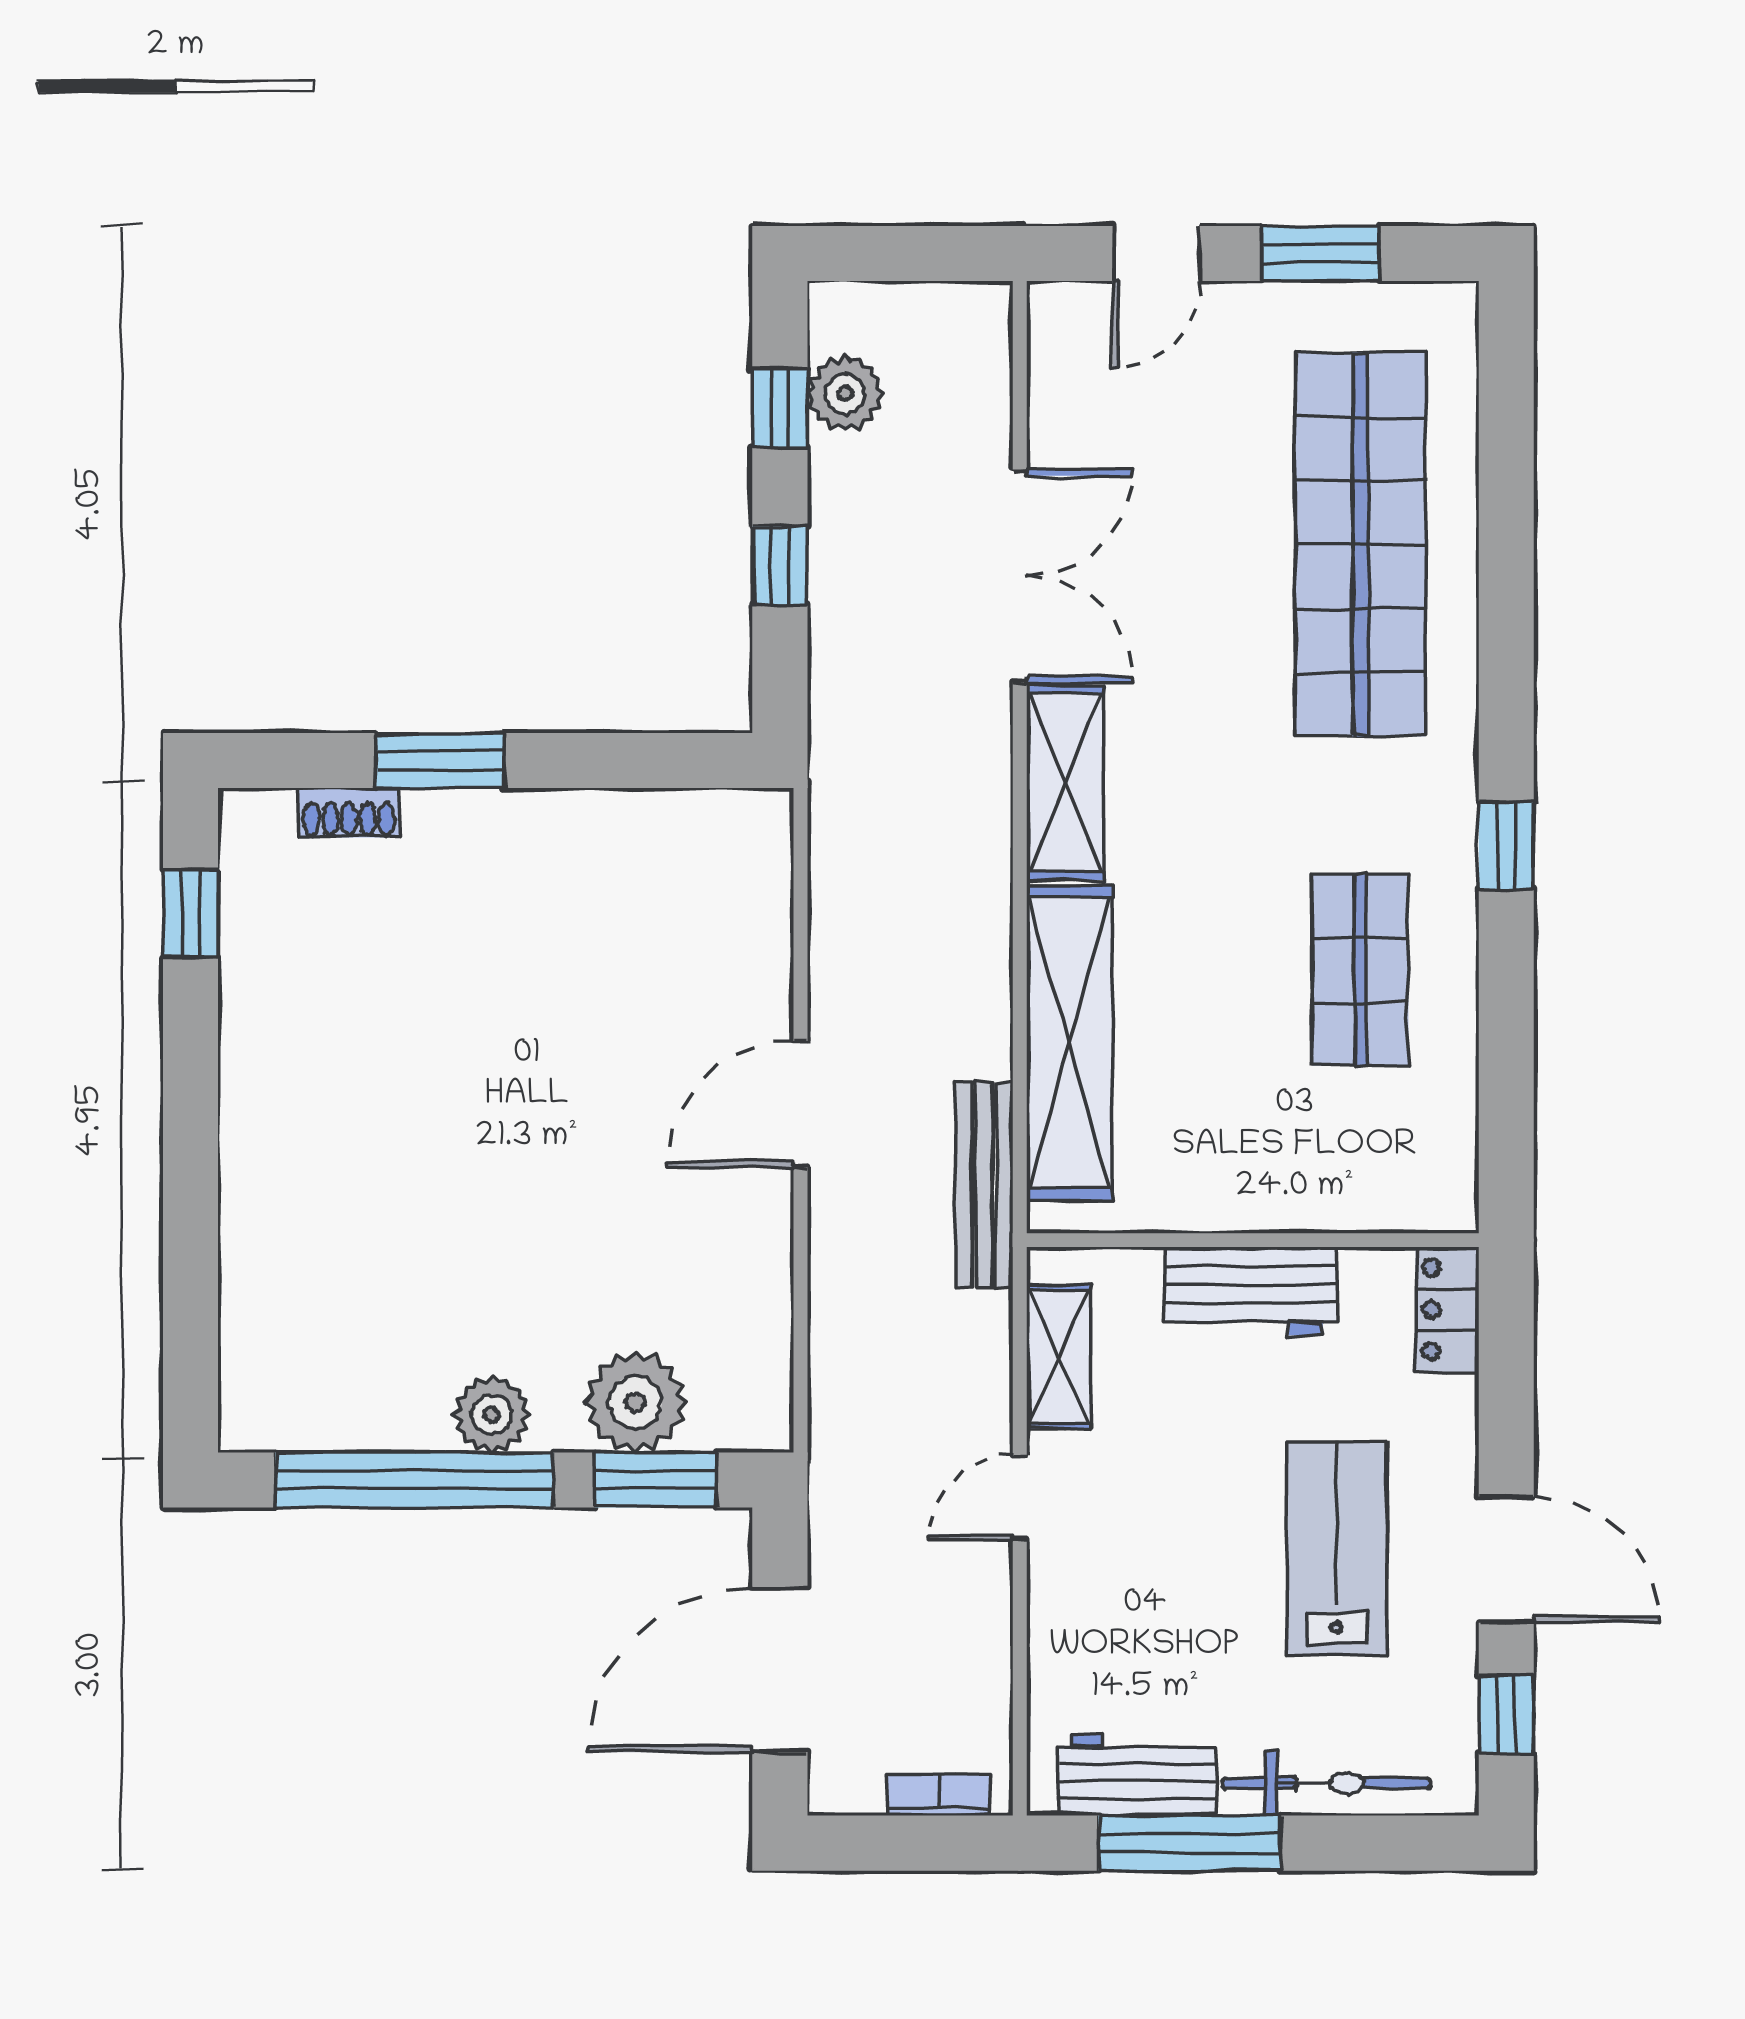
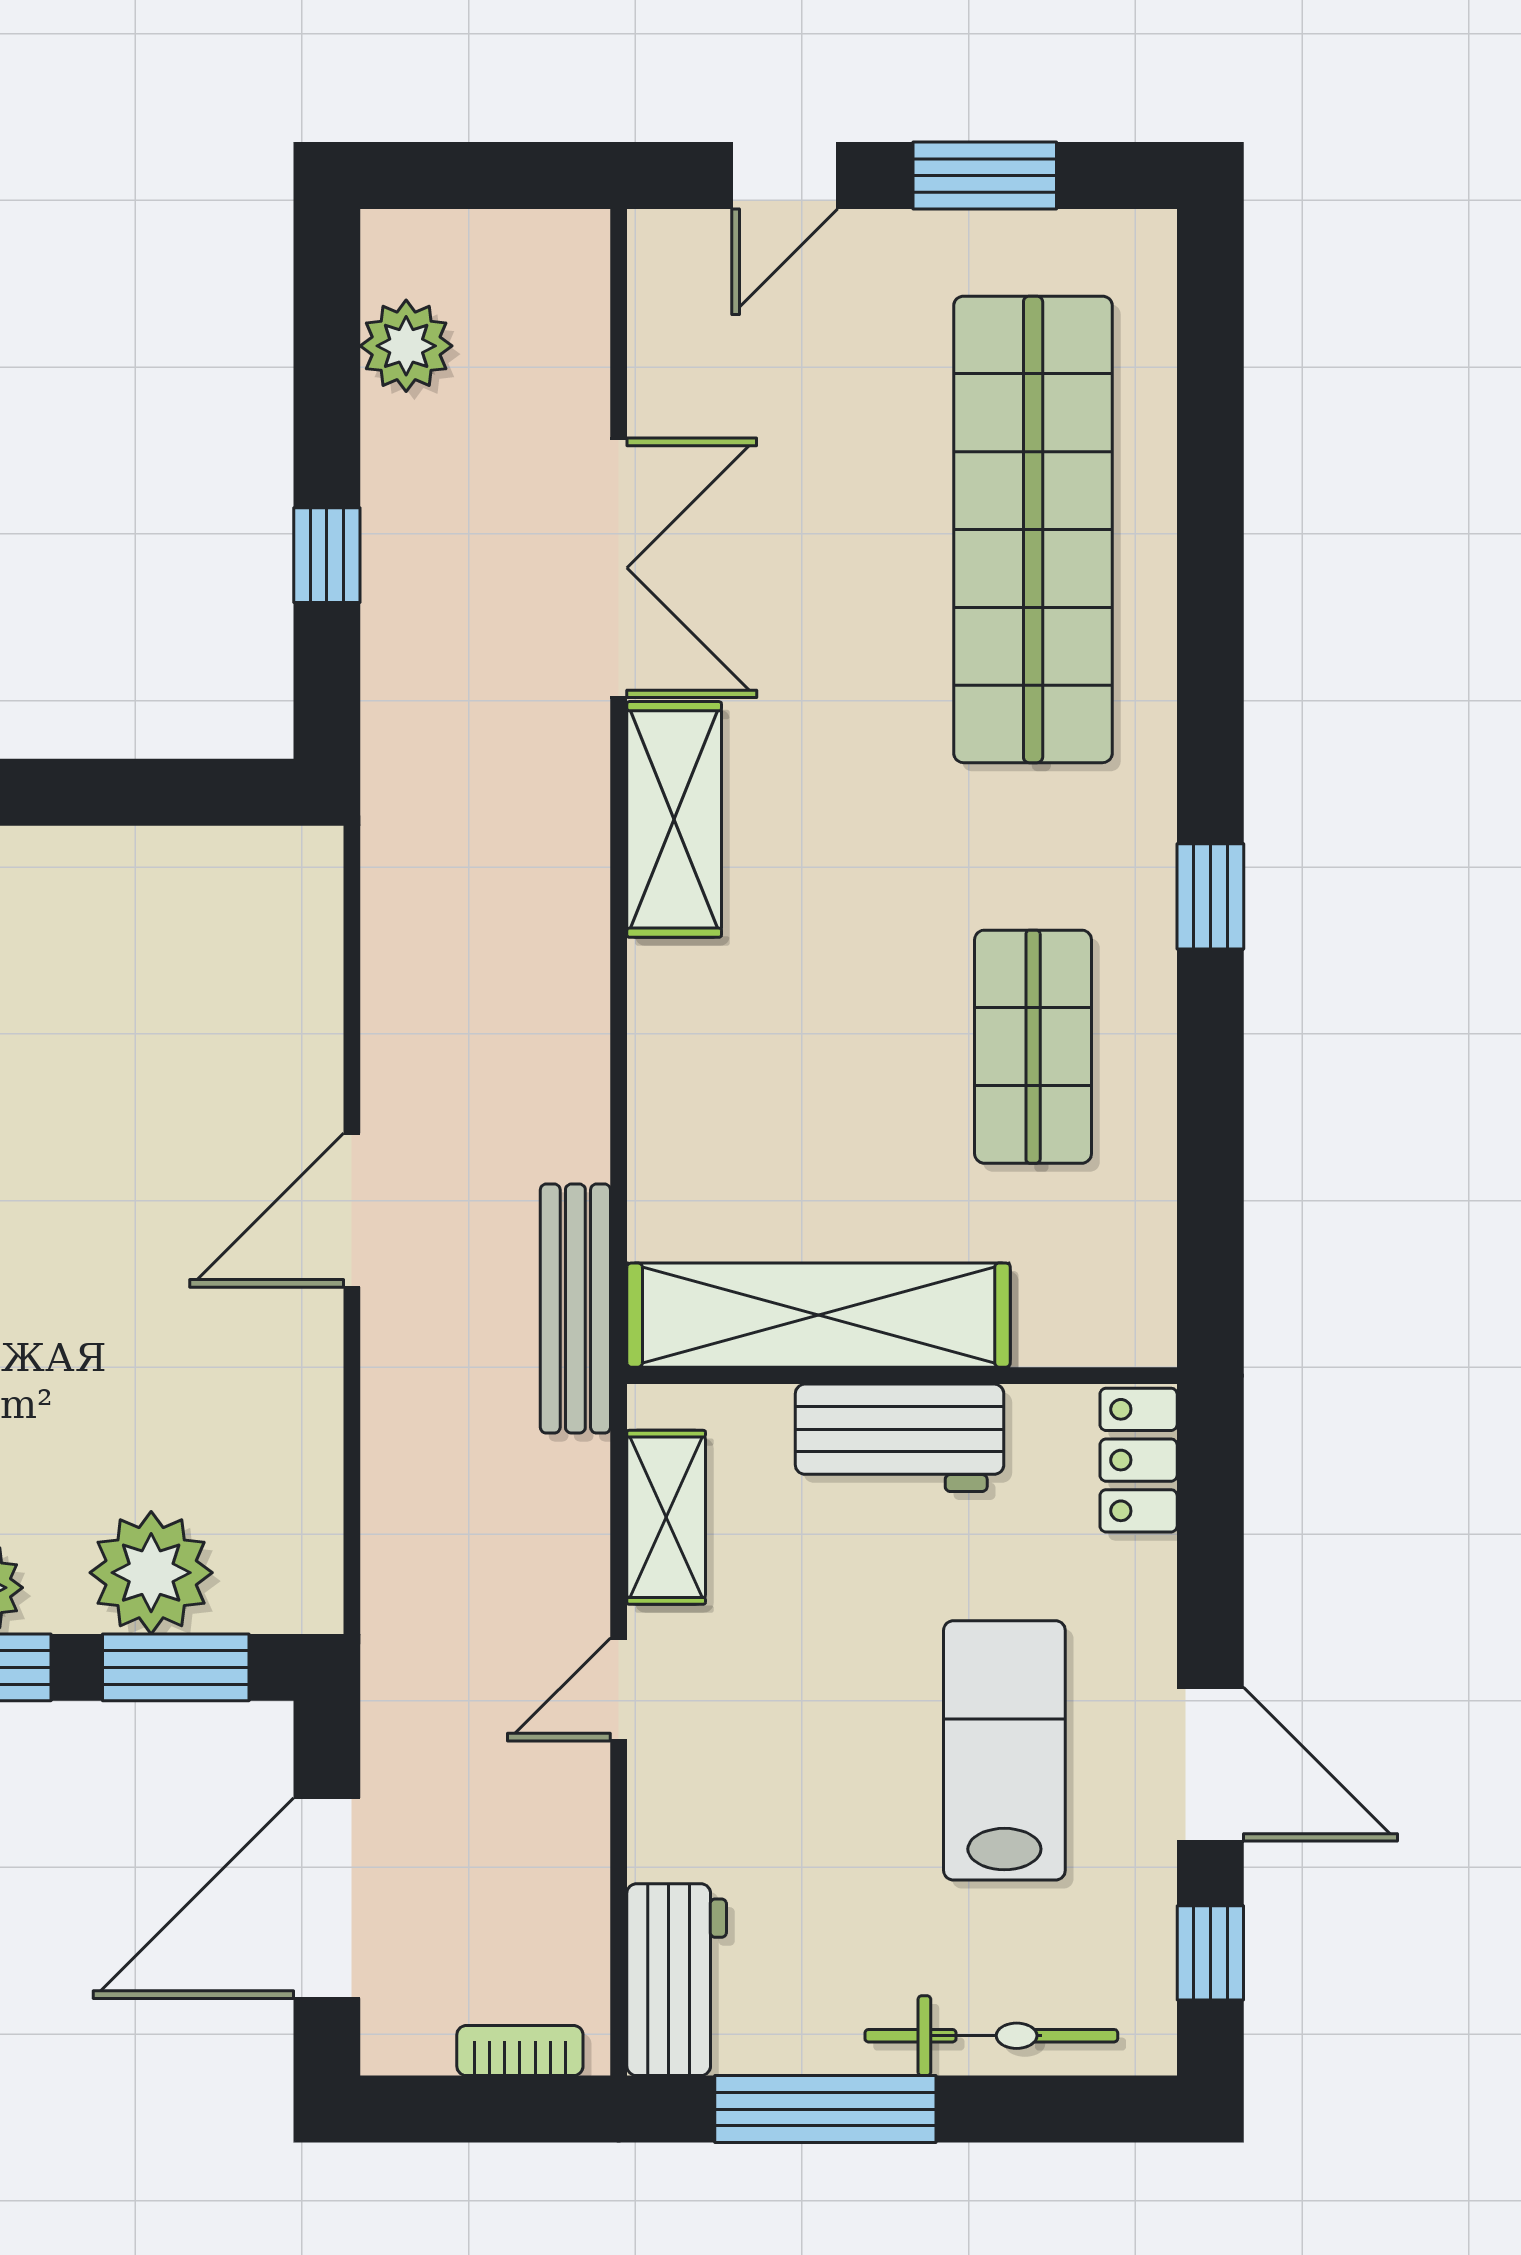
window: (780, 408) -> (327, 363), removed
shelving: (1069, 1043) -> (819, 1315), moved, turned 90
workbench: (1138, 1775) -> (677, 1980), moved, turned 90

